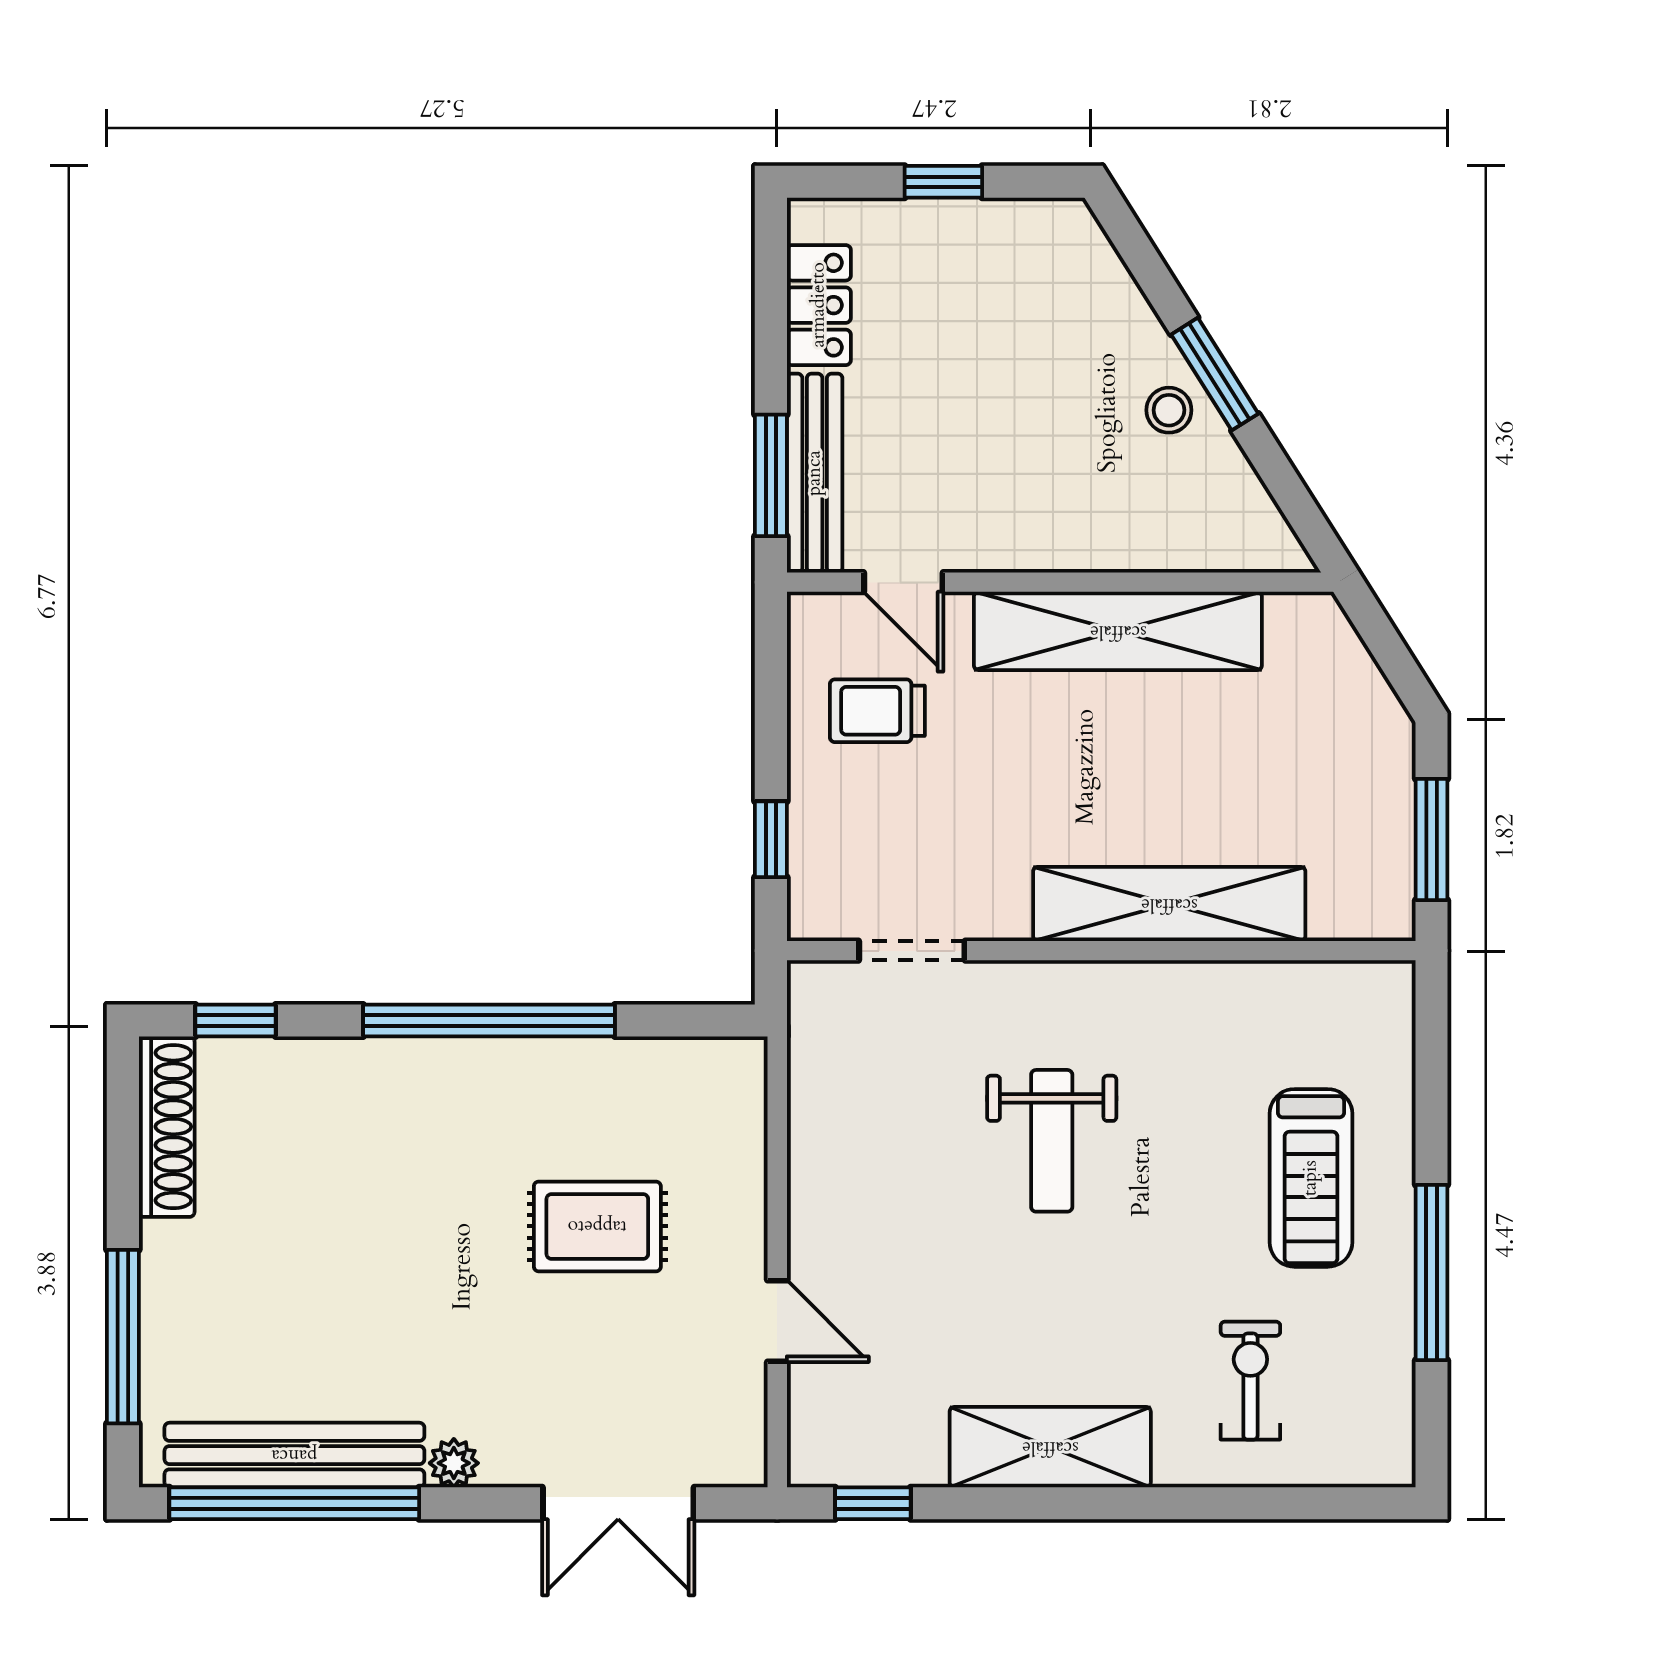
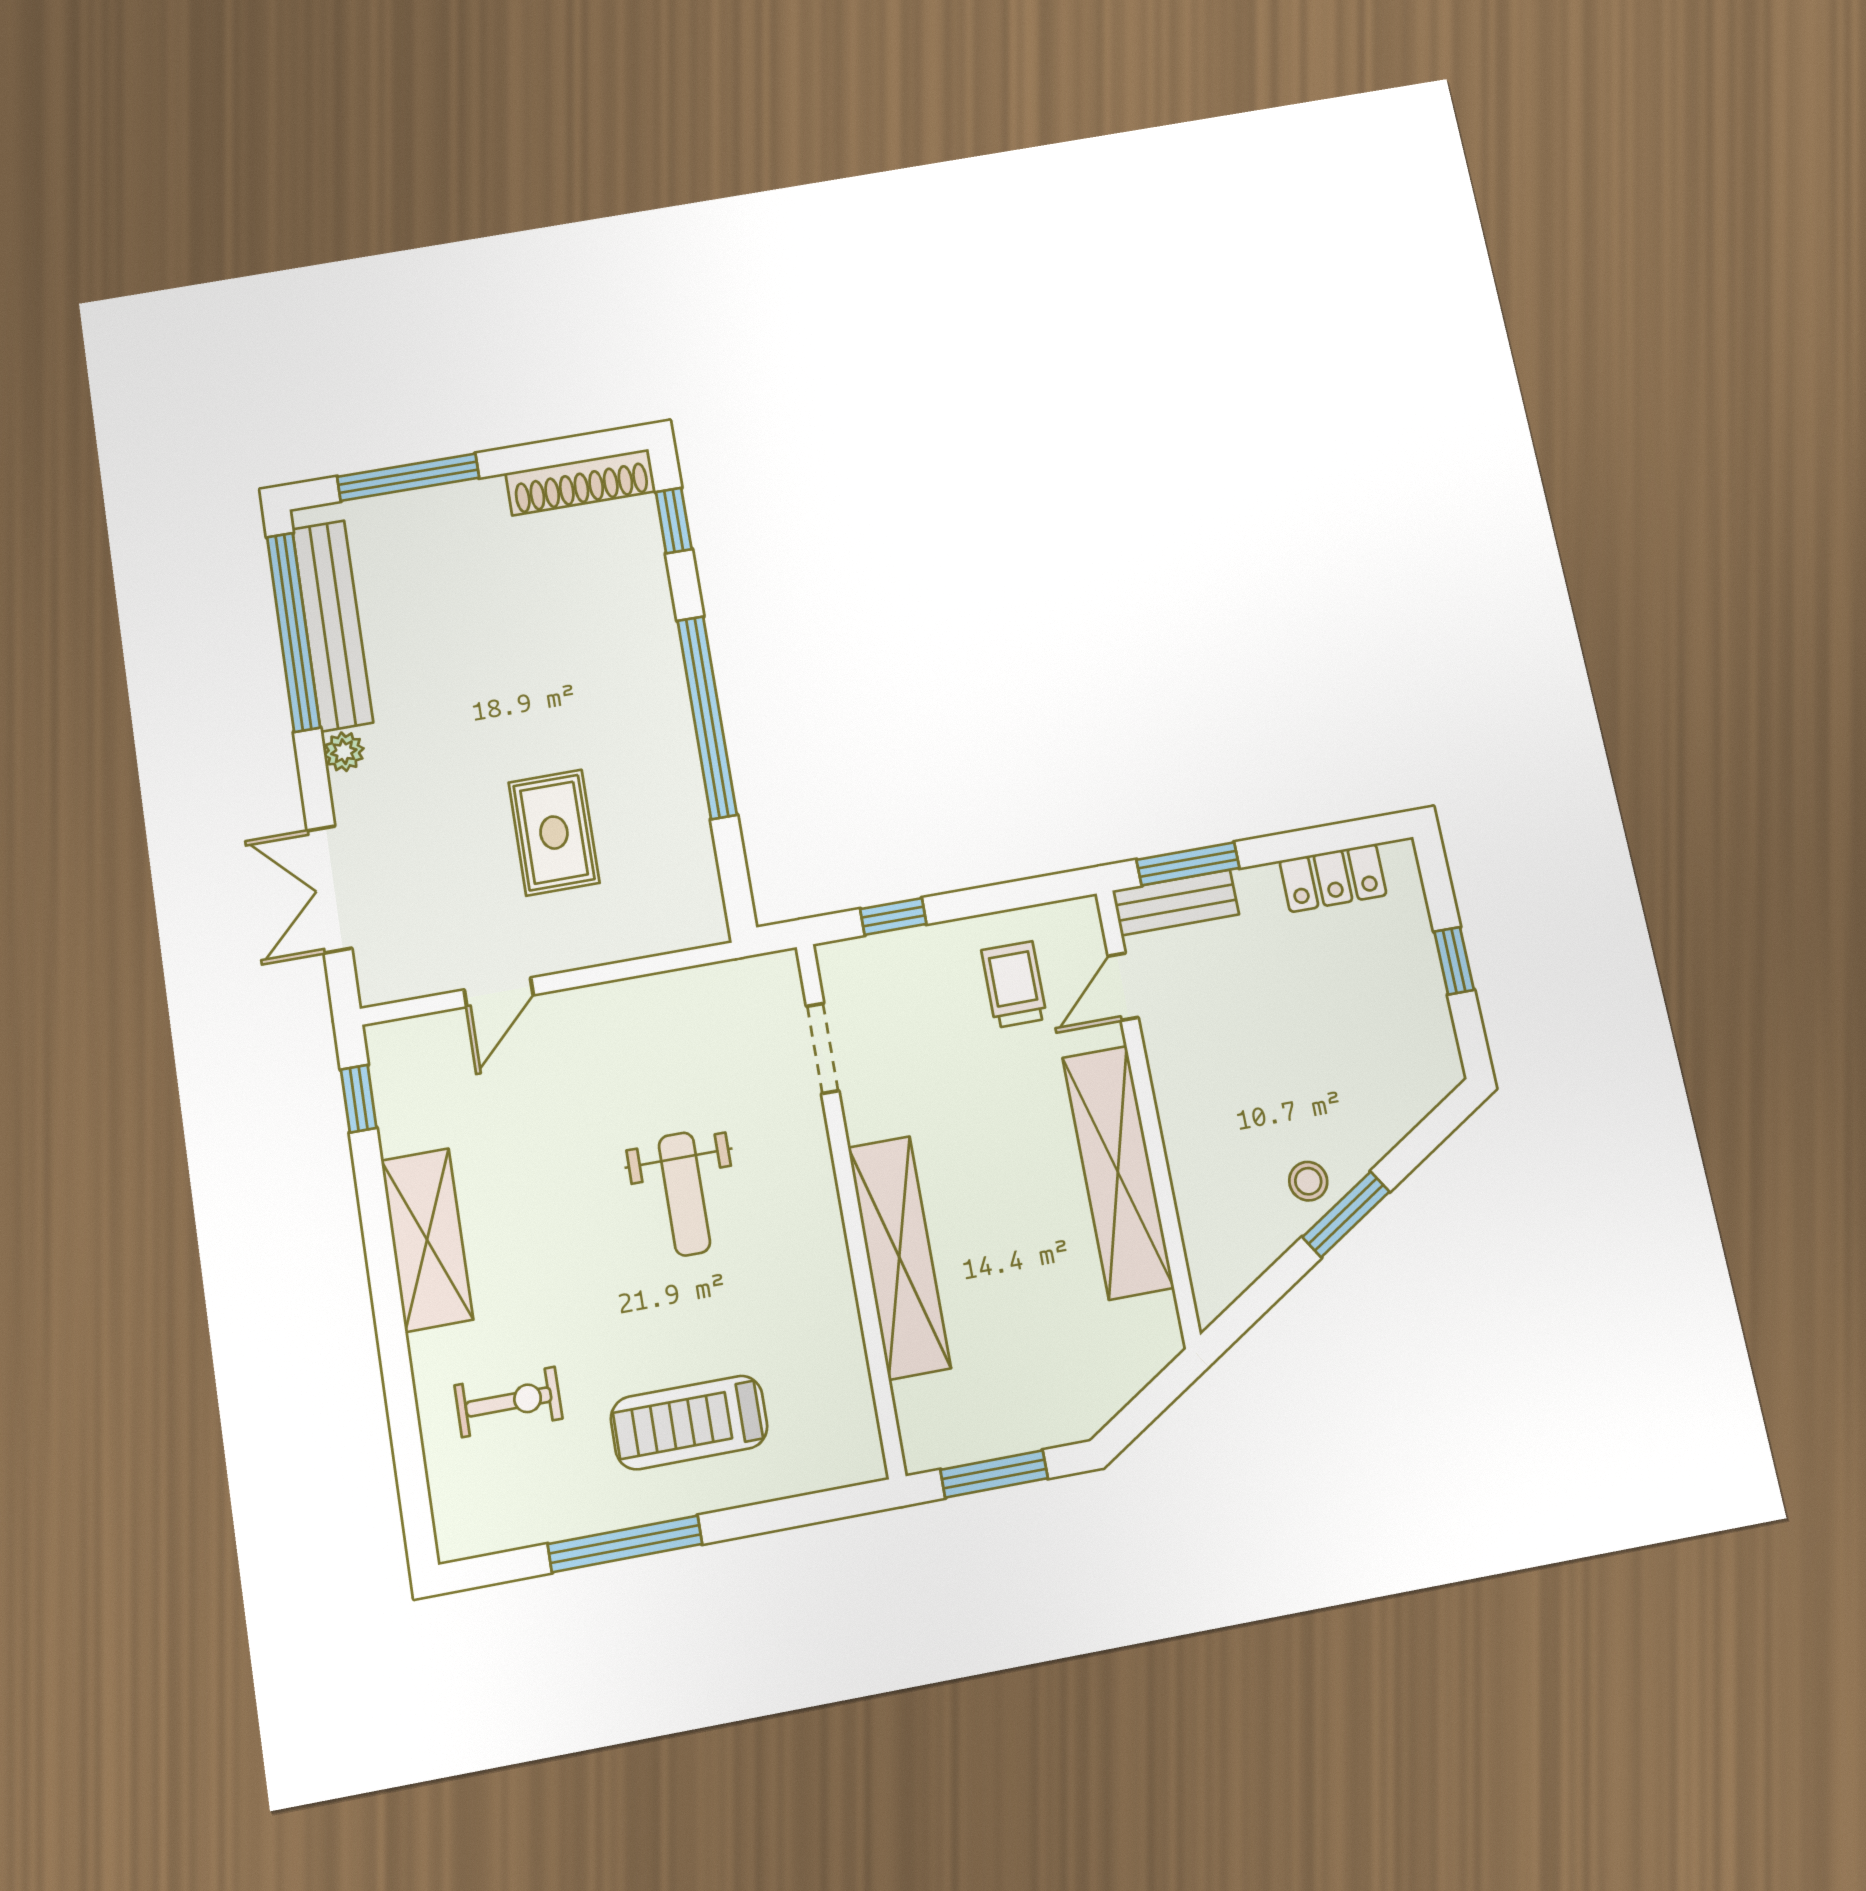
bench: (815, 473) -> (1176, 903), width x0.73
weight bench: (1052, 1141) -> (684, 1194), turned -90

